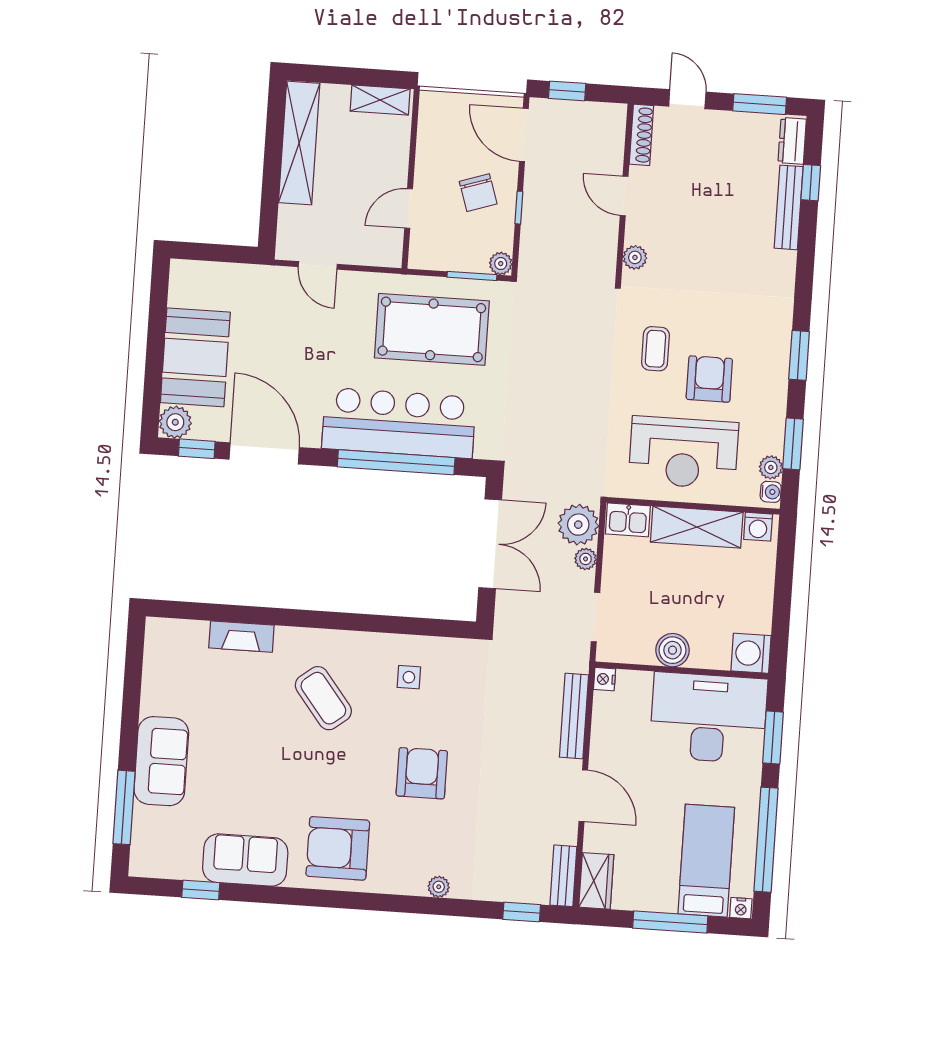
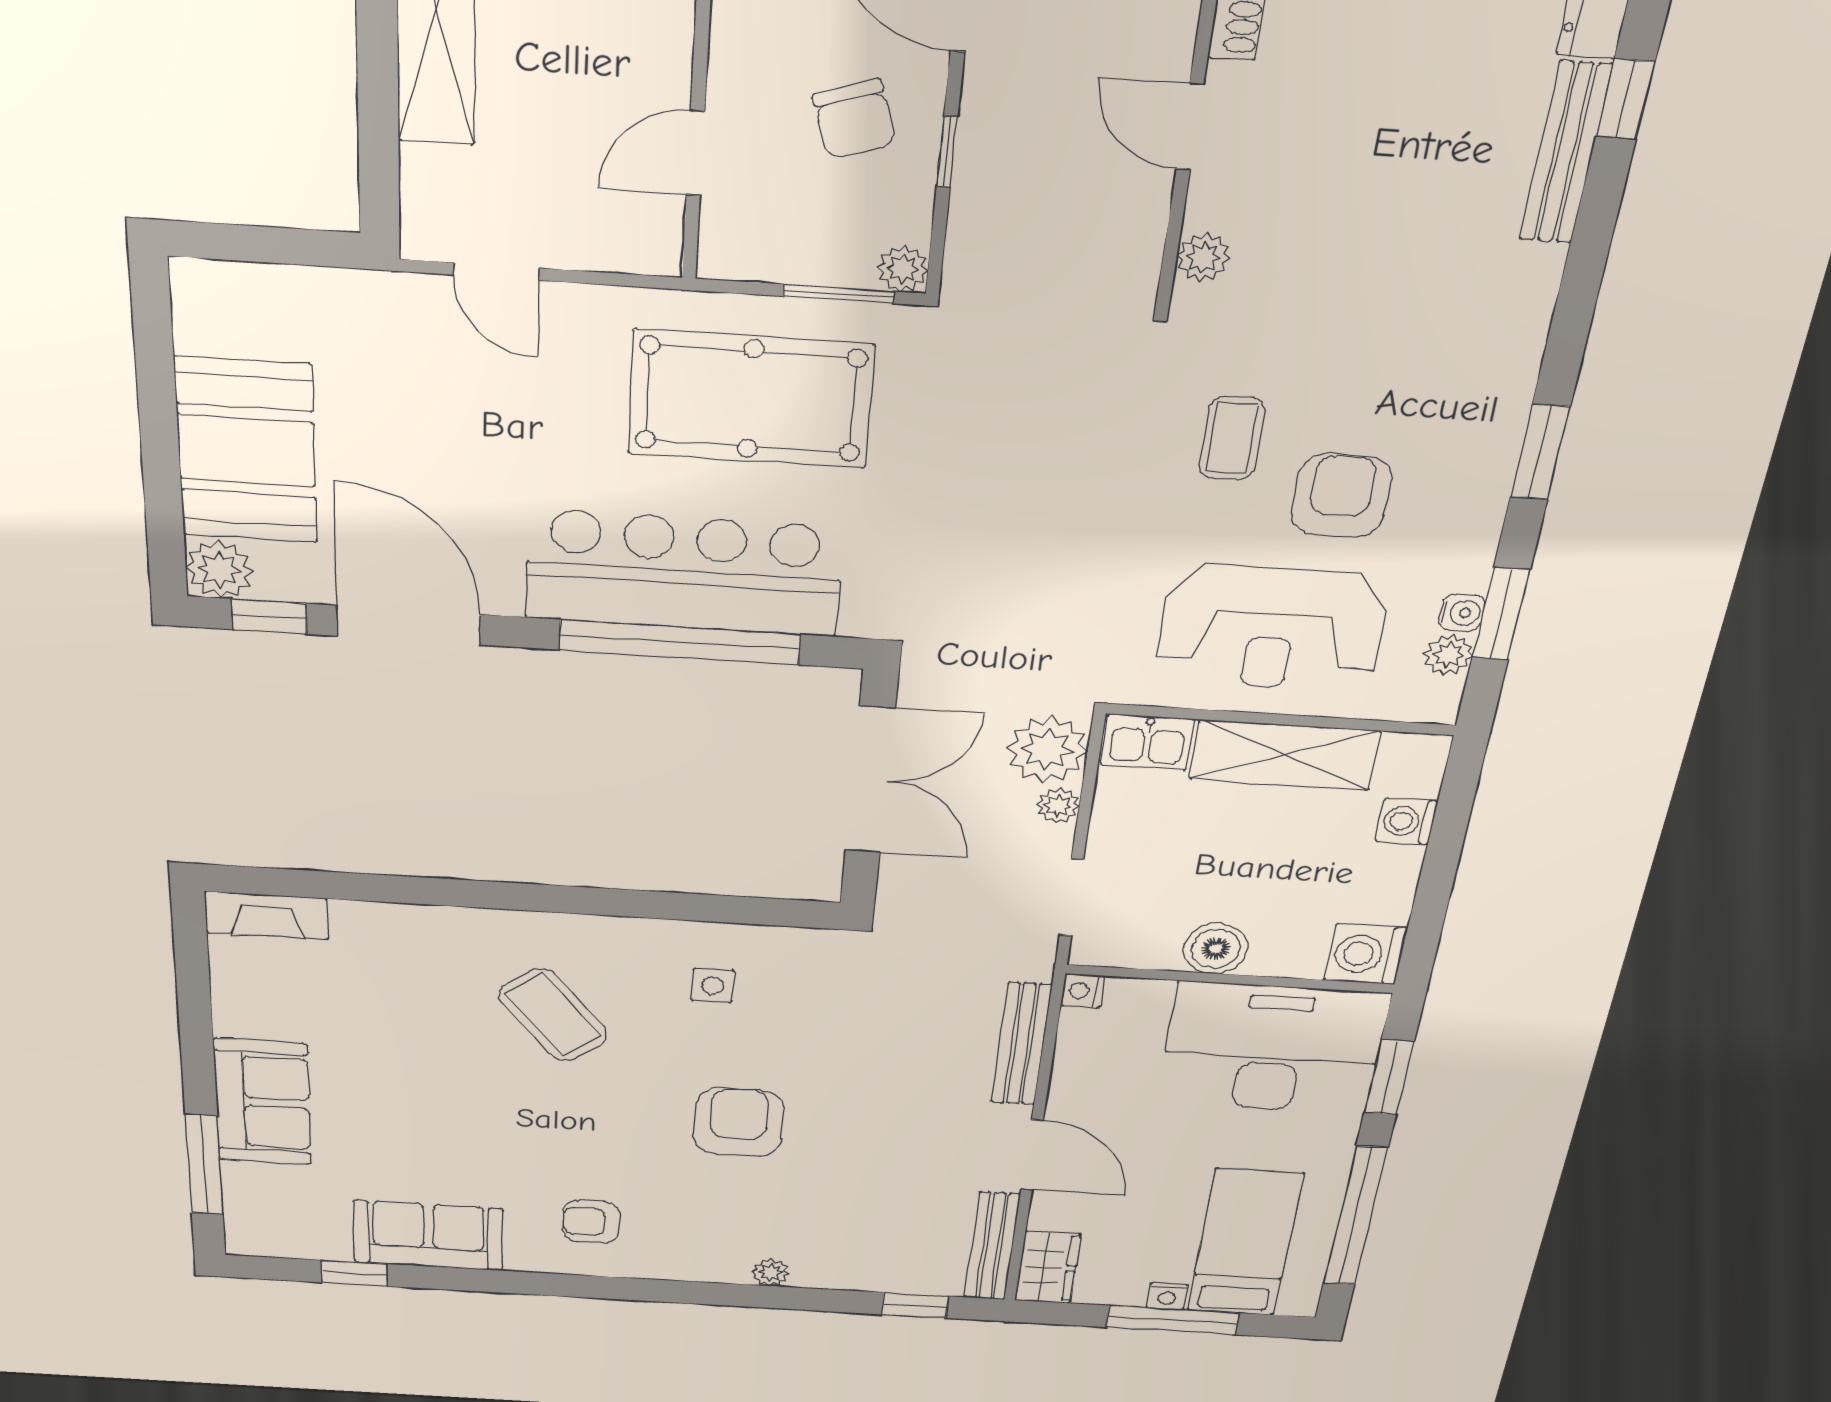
water cooler: (771, 492) -> (1462, 613), moved
washing machine: (758, 527) -> (1406, 821), moved, turned 90
fireplace: (241, 637) -> (266, 915), moved
armchair: (338, 848) -> (591, 1222), width x0.53, depth x0.53
bench: (563, 876) -> (992, 1246), width x1.36
nightstand: (741, 908) -> (1167, 1296), moved

